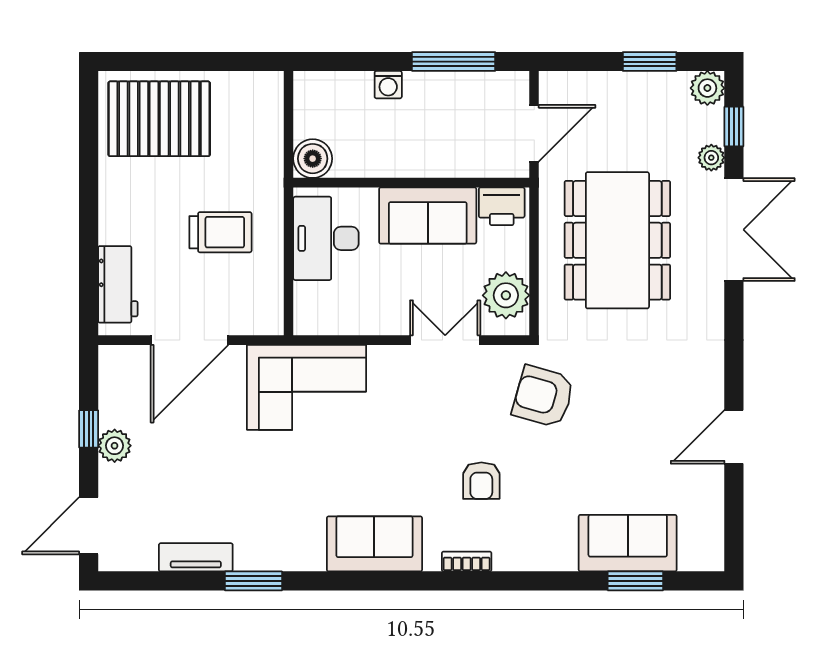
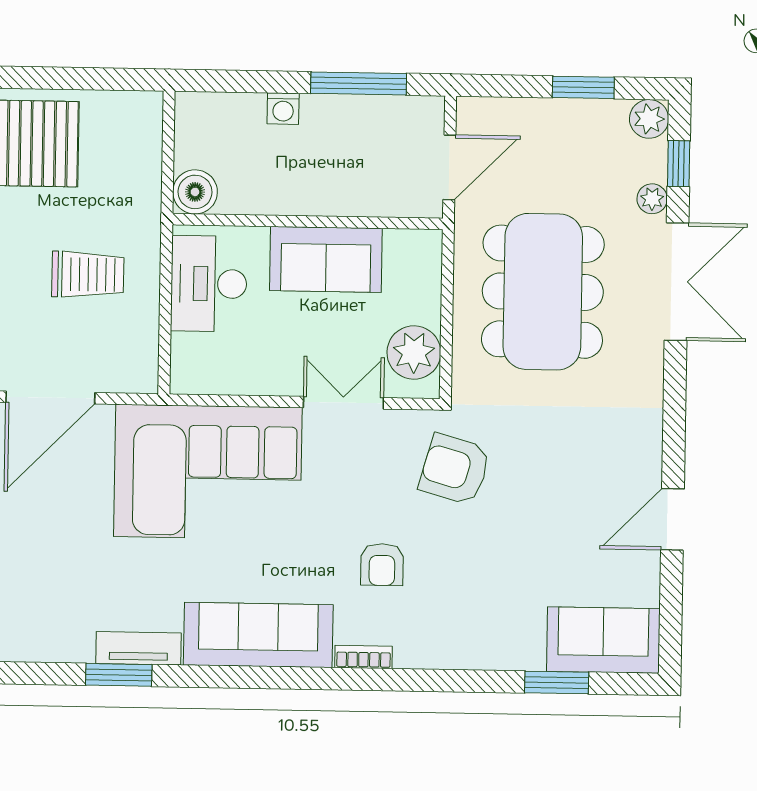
printer: (502, 206) -> (411, 250), removed
corner sofa: (307, 387) -> (208, 472), width x1.36, depth x1.36
sofa: (628, 543) -> (603, 640), moved
sofa: (374, 544) -> (258, 635), width x1.36
tv unit: (196, 557) -> (138, 648), moved

